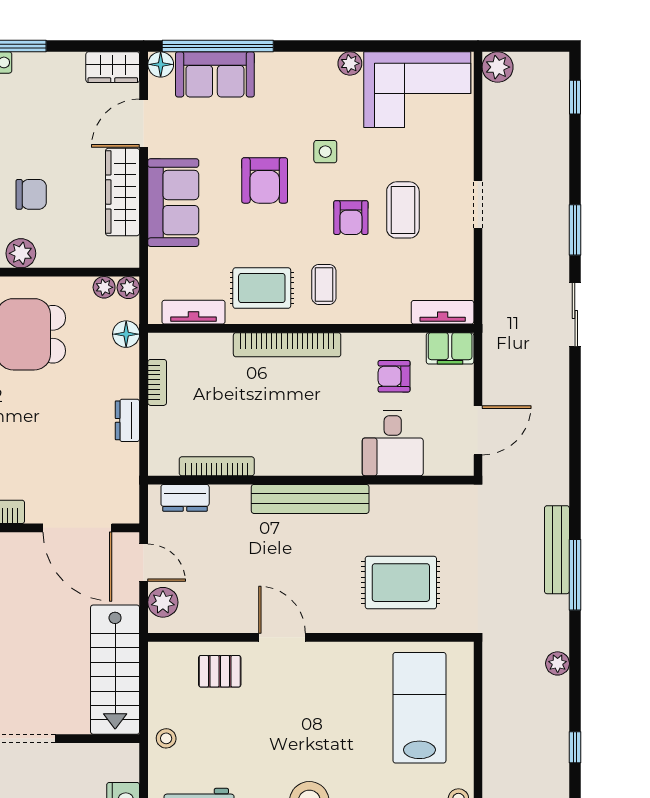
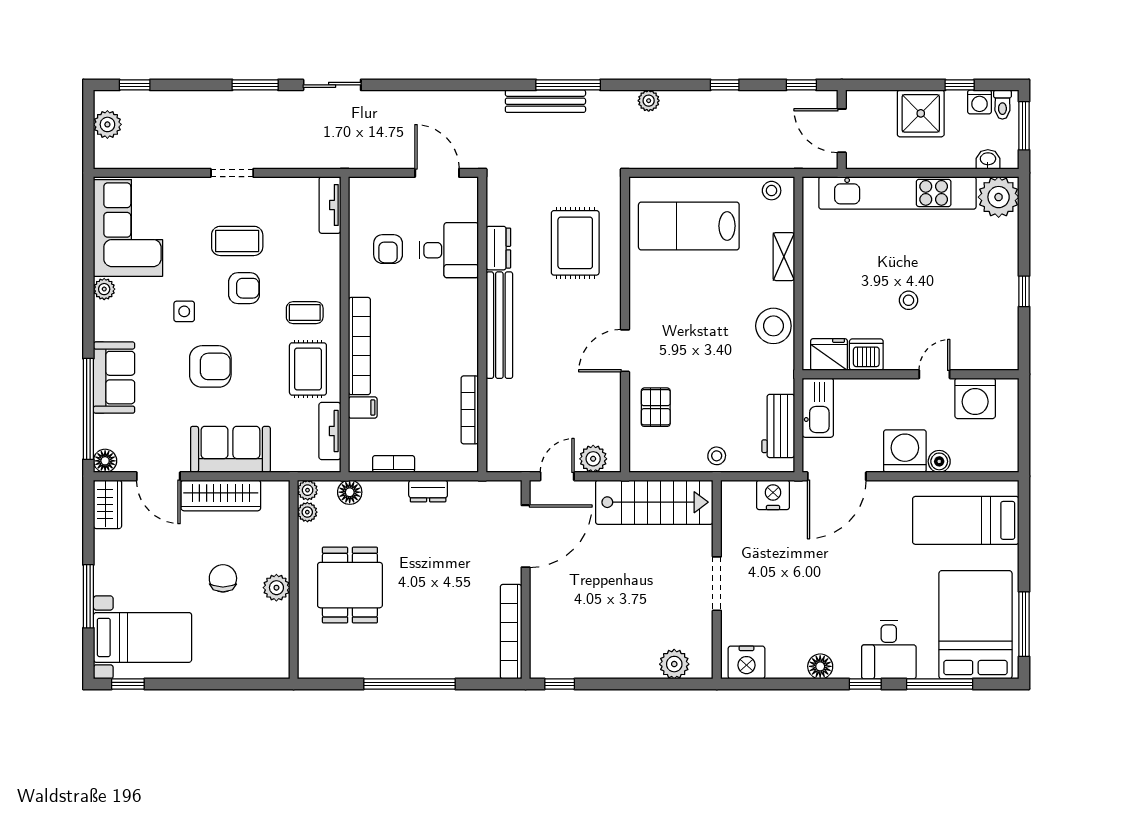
plant: (498, 67) -> (107, 124), moved
sofa: (215, 74) -> (114, 378), moved
filing cabinet: (450, 348) -> (363, 407), moved, width x0.50
dresser: (185, 498) -> (498, 248), moved

